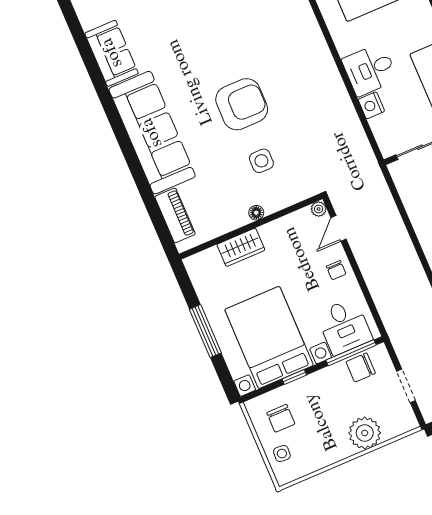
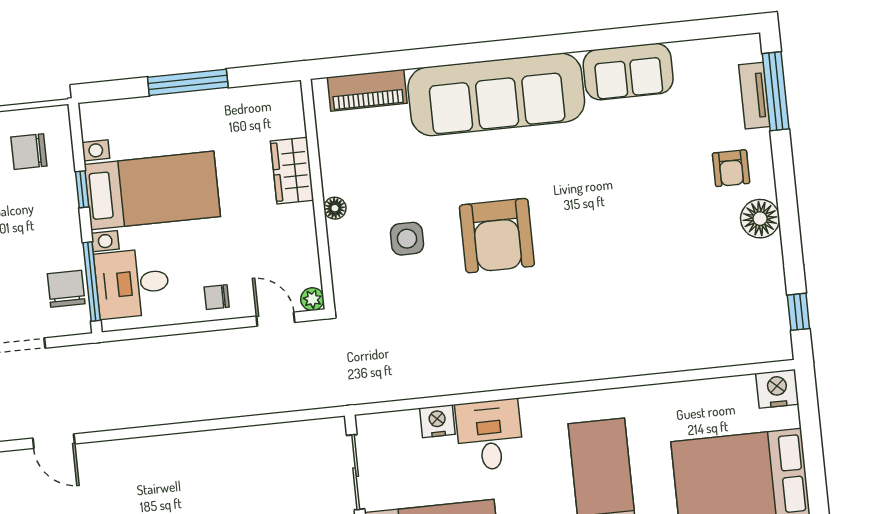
bed with nightstands: (269, 337) -> (152, 190), width x0.73

